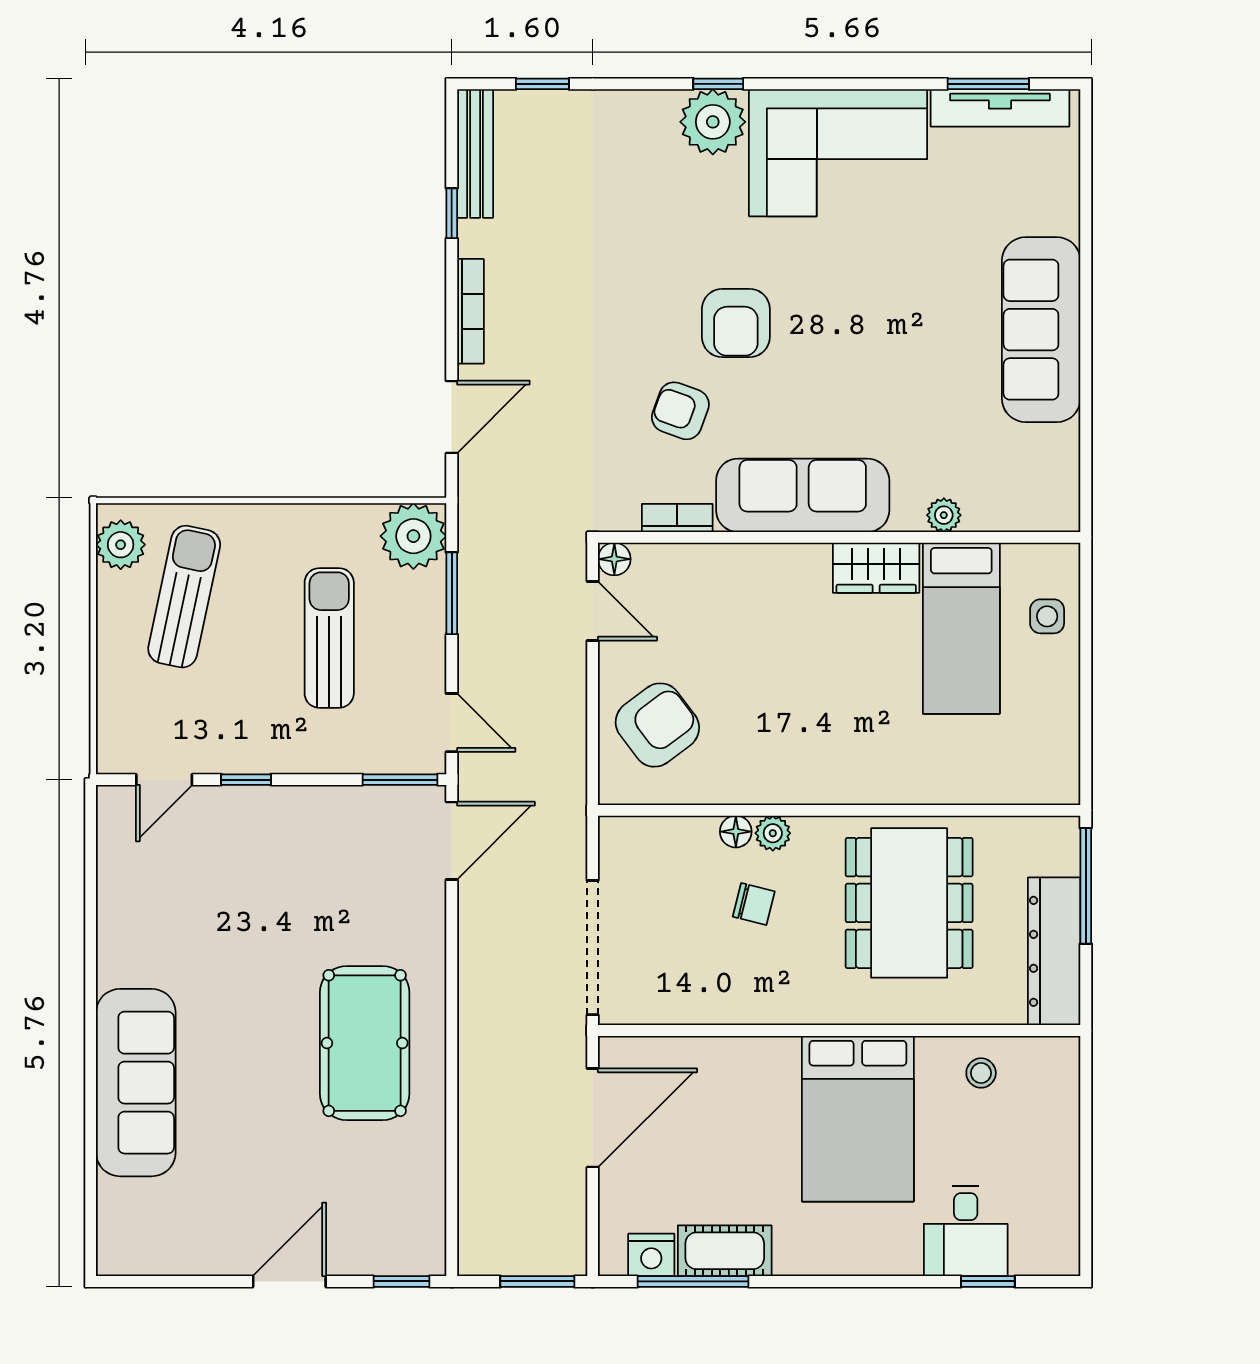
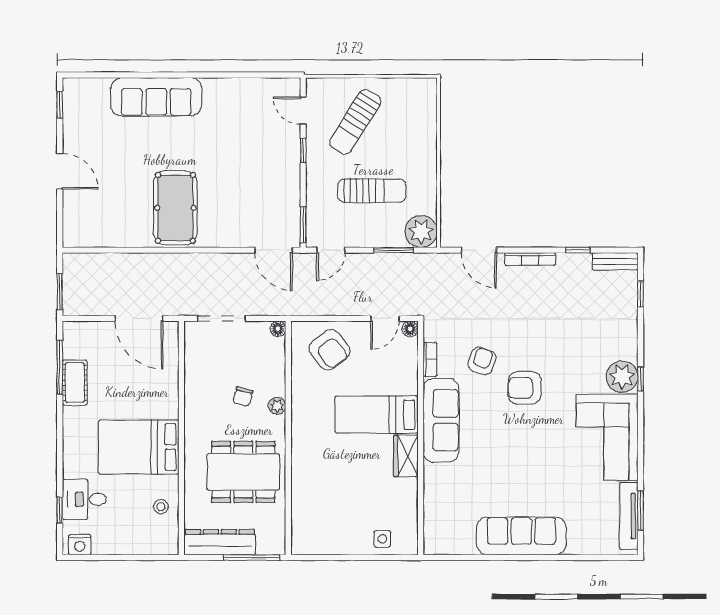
bench: (475, 154) -> (615, 261), width x0.73
plant: (944, 515) -> (431, 489), removed
plant: (121, 545) -> (417, 90), removed
sun lounger: (184, 597) -> (355, 122), moved, turned 110
bed: (961, 628) -> (377, 415), moved
floor lamp: (736, 832) -> (278, 329), moved
doorway: (593, 948) -> (222, 318), width x0.73
pool table: (365, 1043) -> (175, 208), turned 90
nightstand: (651, 1255) -> (80, 545), moved, turned -90
window: (401, 1281) -> (60, 105), moved

